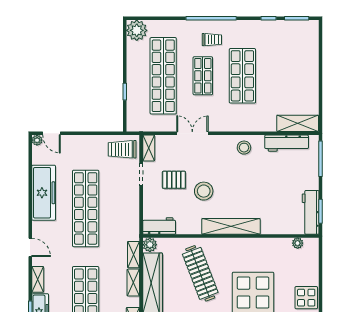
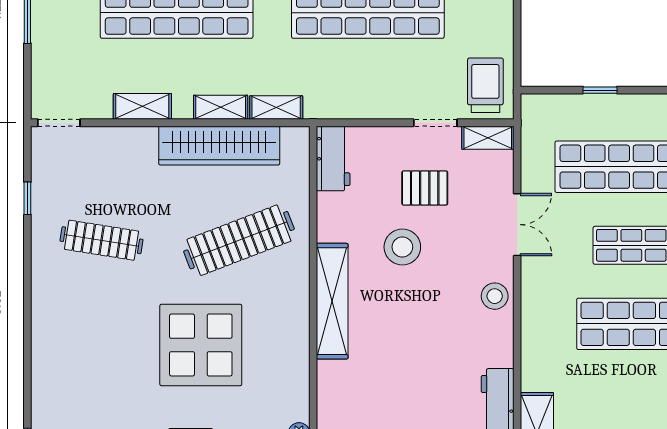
stool: (244, 148) -> (495, 296), moved
pallet: (174, 180) -> (425, 188), turned 90
plant: (150, 245) -> (296, 140), removed

